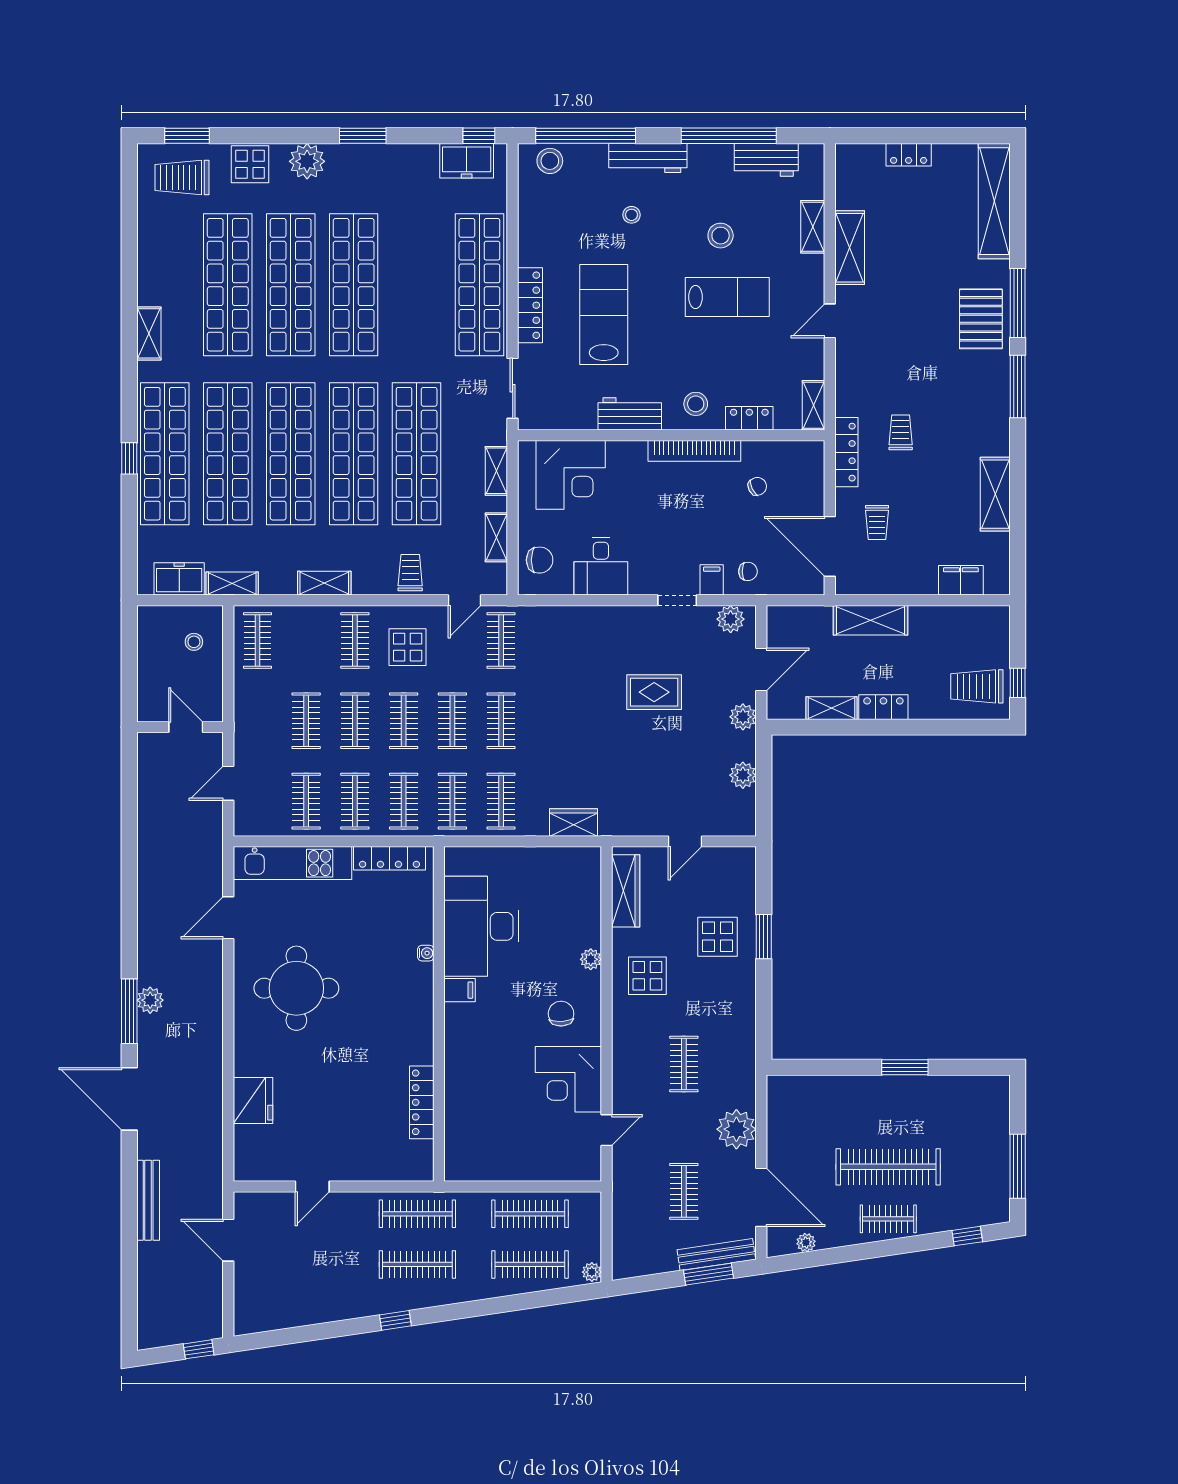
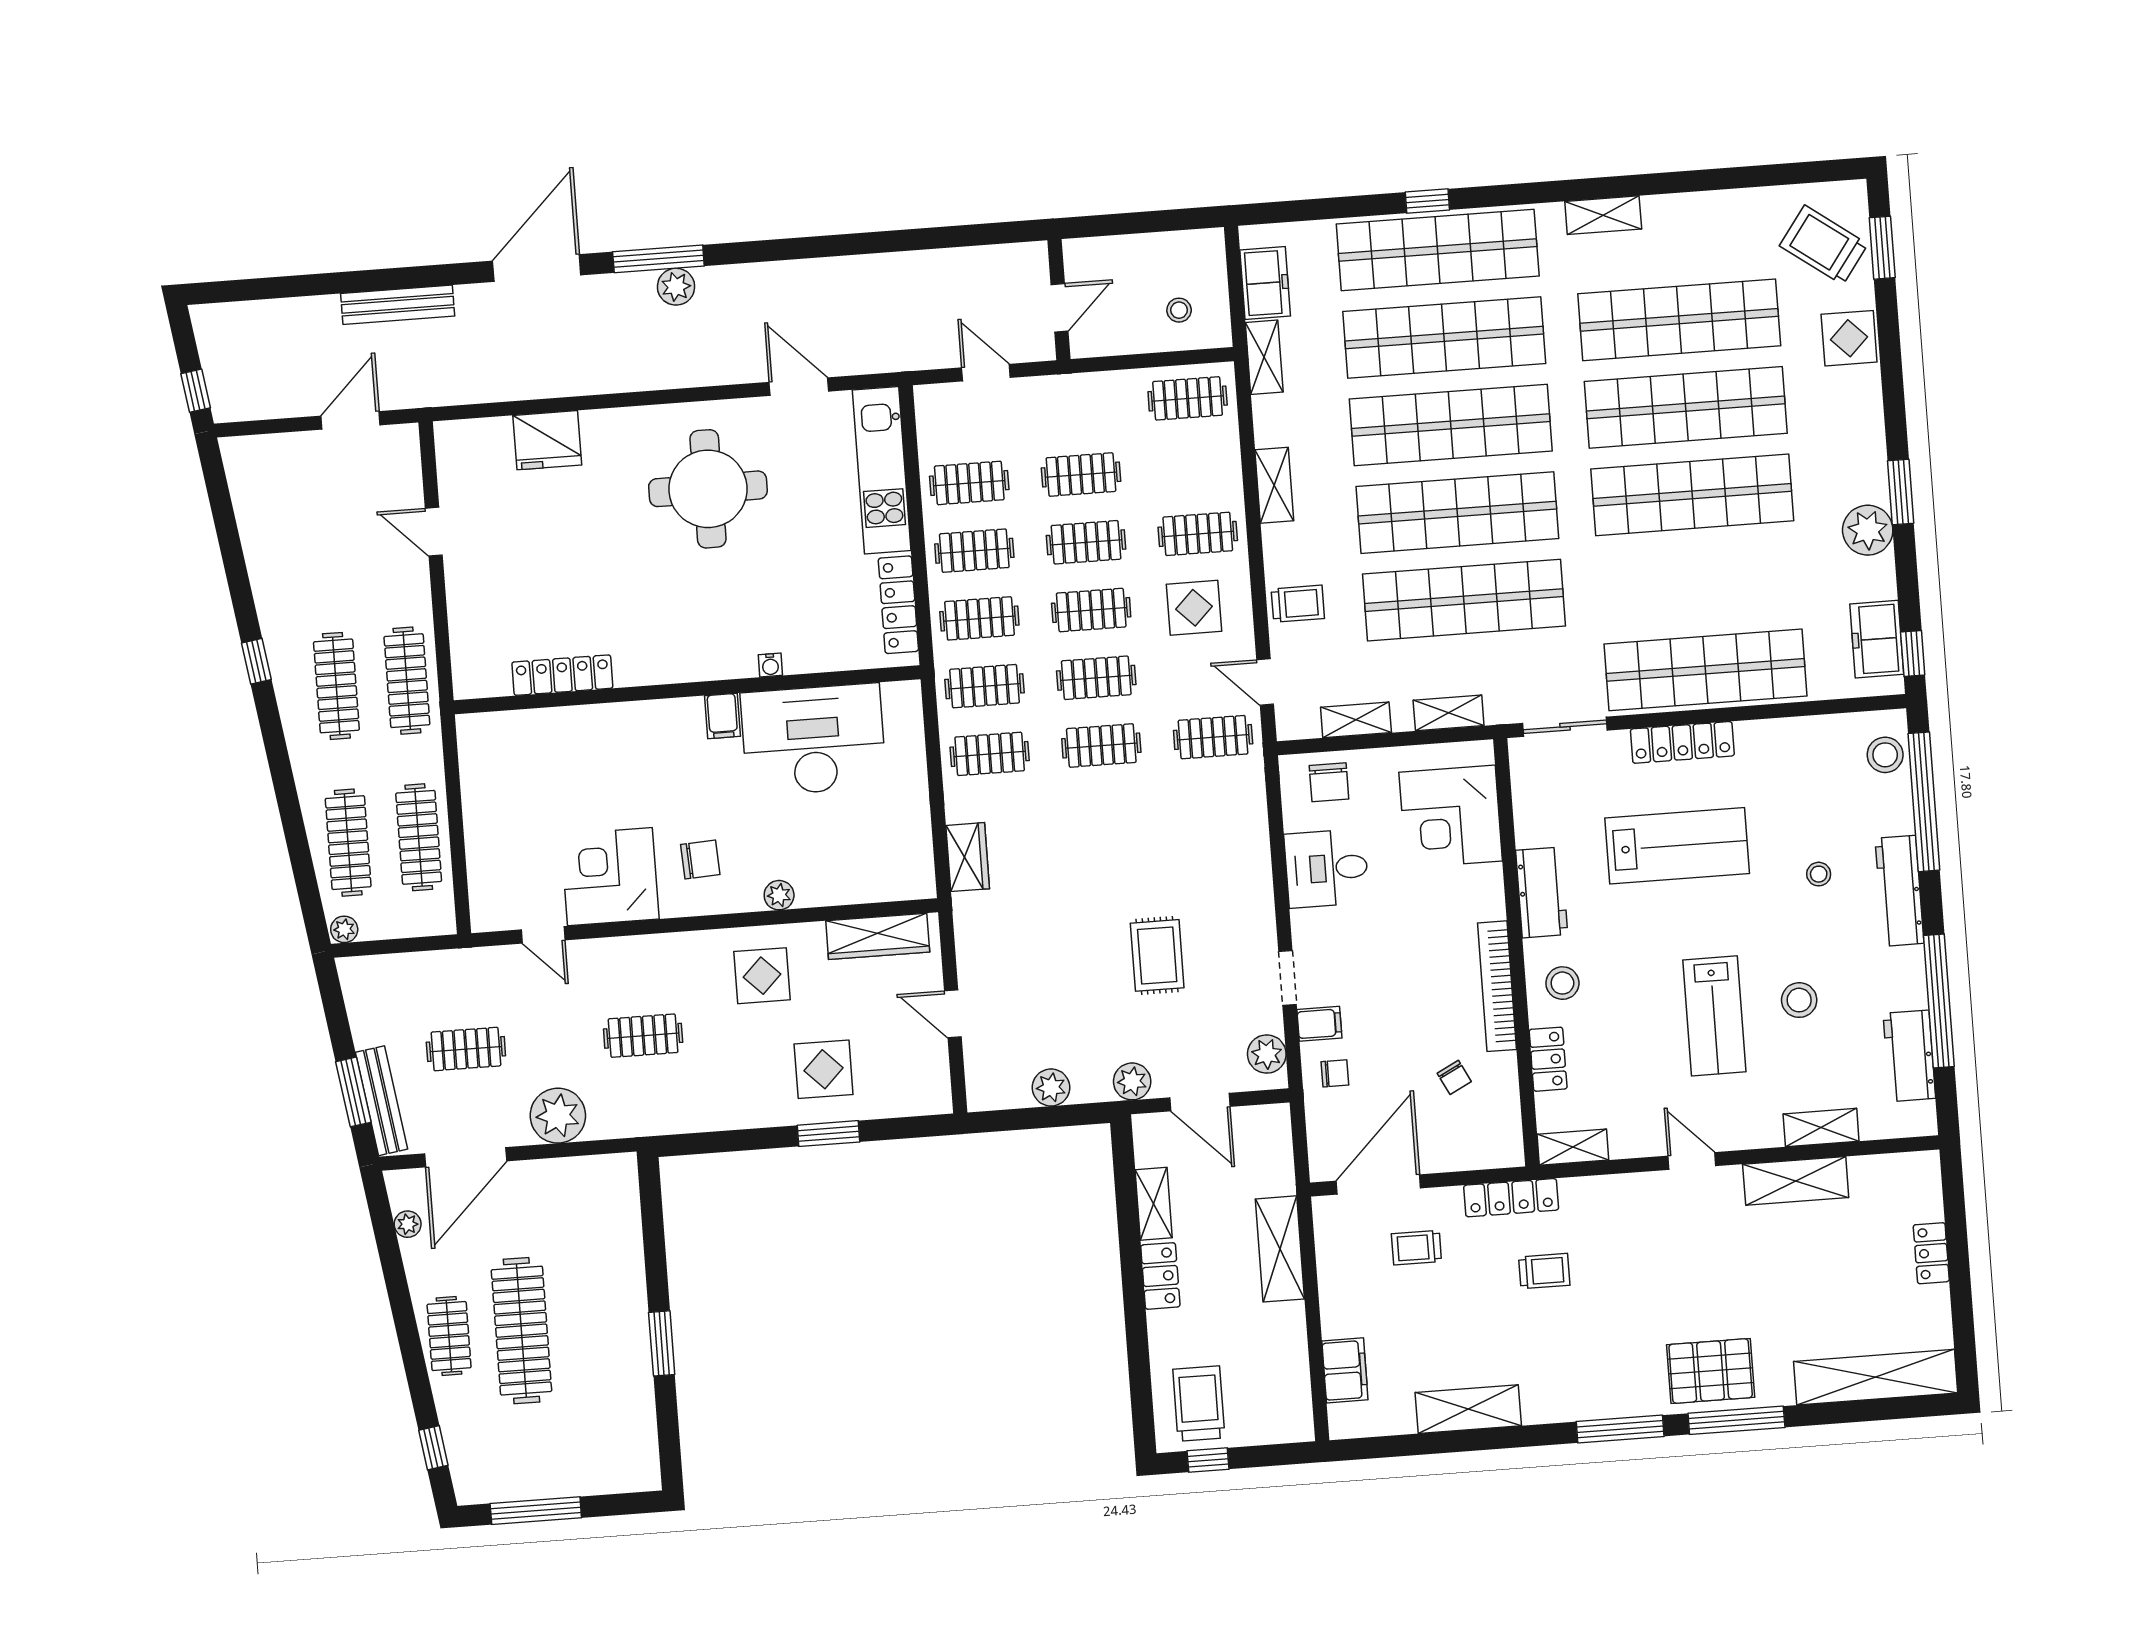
plant: (307, 161) -> (1868, 530), moved
trolley: (182, 177) -> (1824, 245), turned -54
chair: (748, 571) -> (1335, 1073), turned -90

